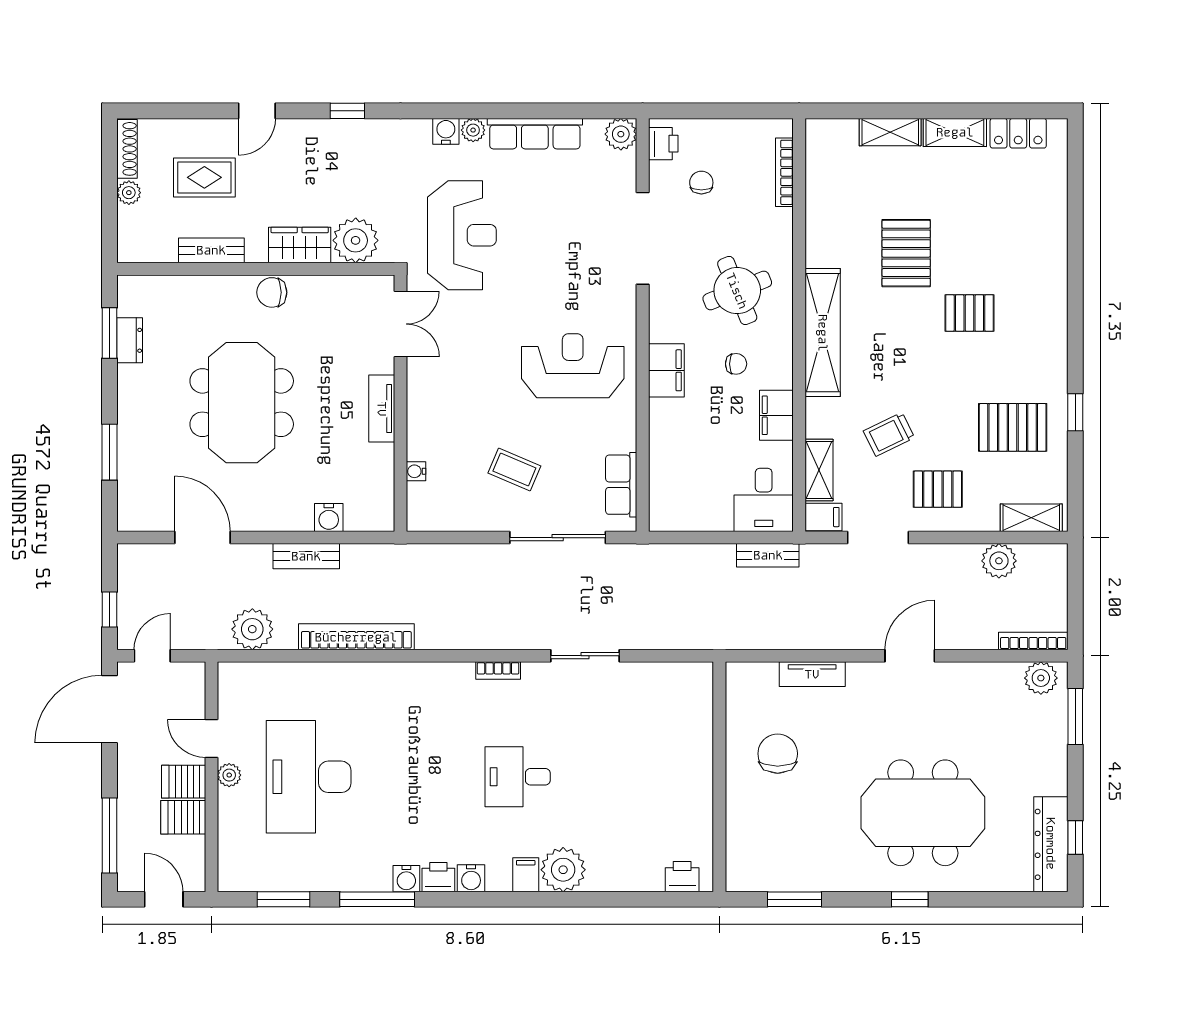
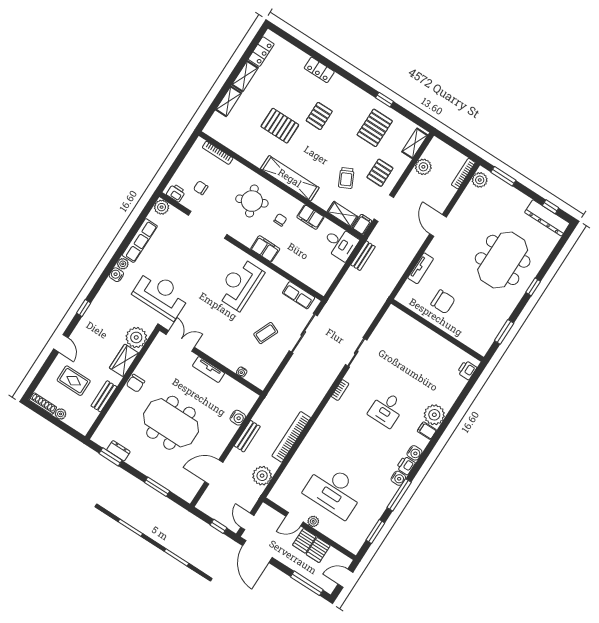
rug: (204, 177) -> (74, 381), turned 90
locker: (1053, 259) -> (319, 70), added
chair: (778, 754) -> (443, 302), turned 180

